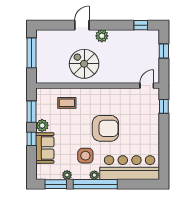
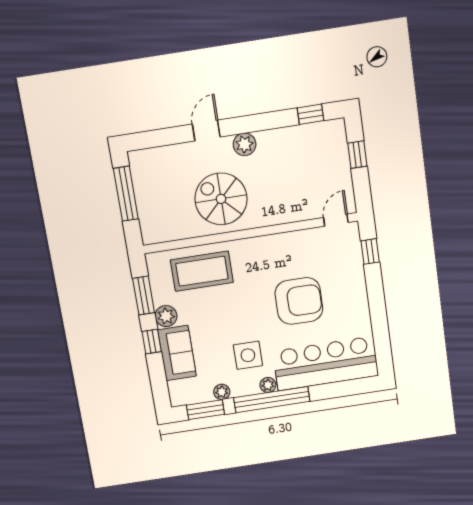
coffee table: (67, 103) -> (202, 271), width x1.86, depth x1.72
armchair: (105, 128) -> (299, 301), moved

